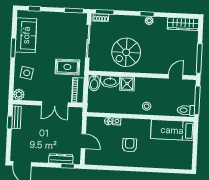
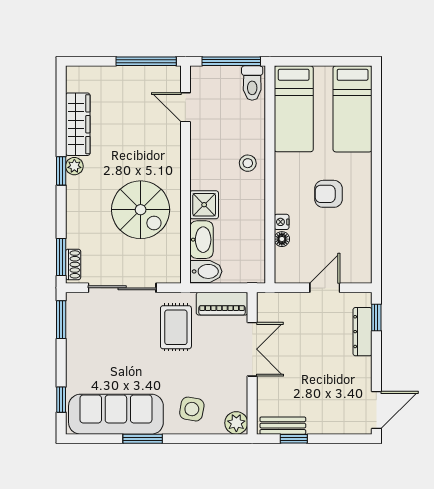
wardrobe: (183, 24) -> (78, 124), moved
sofa: (26, 35) -> (116, 414), width x1.36
bed: (171, 159) -> (353, 109), added

